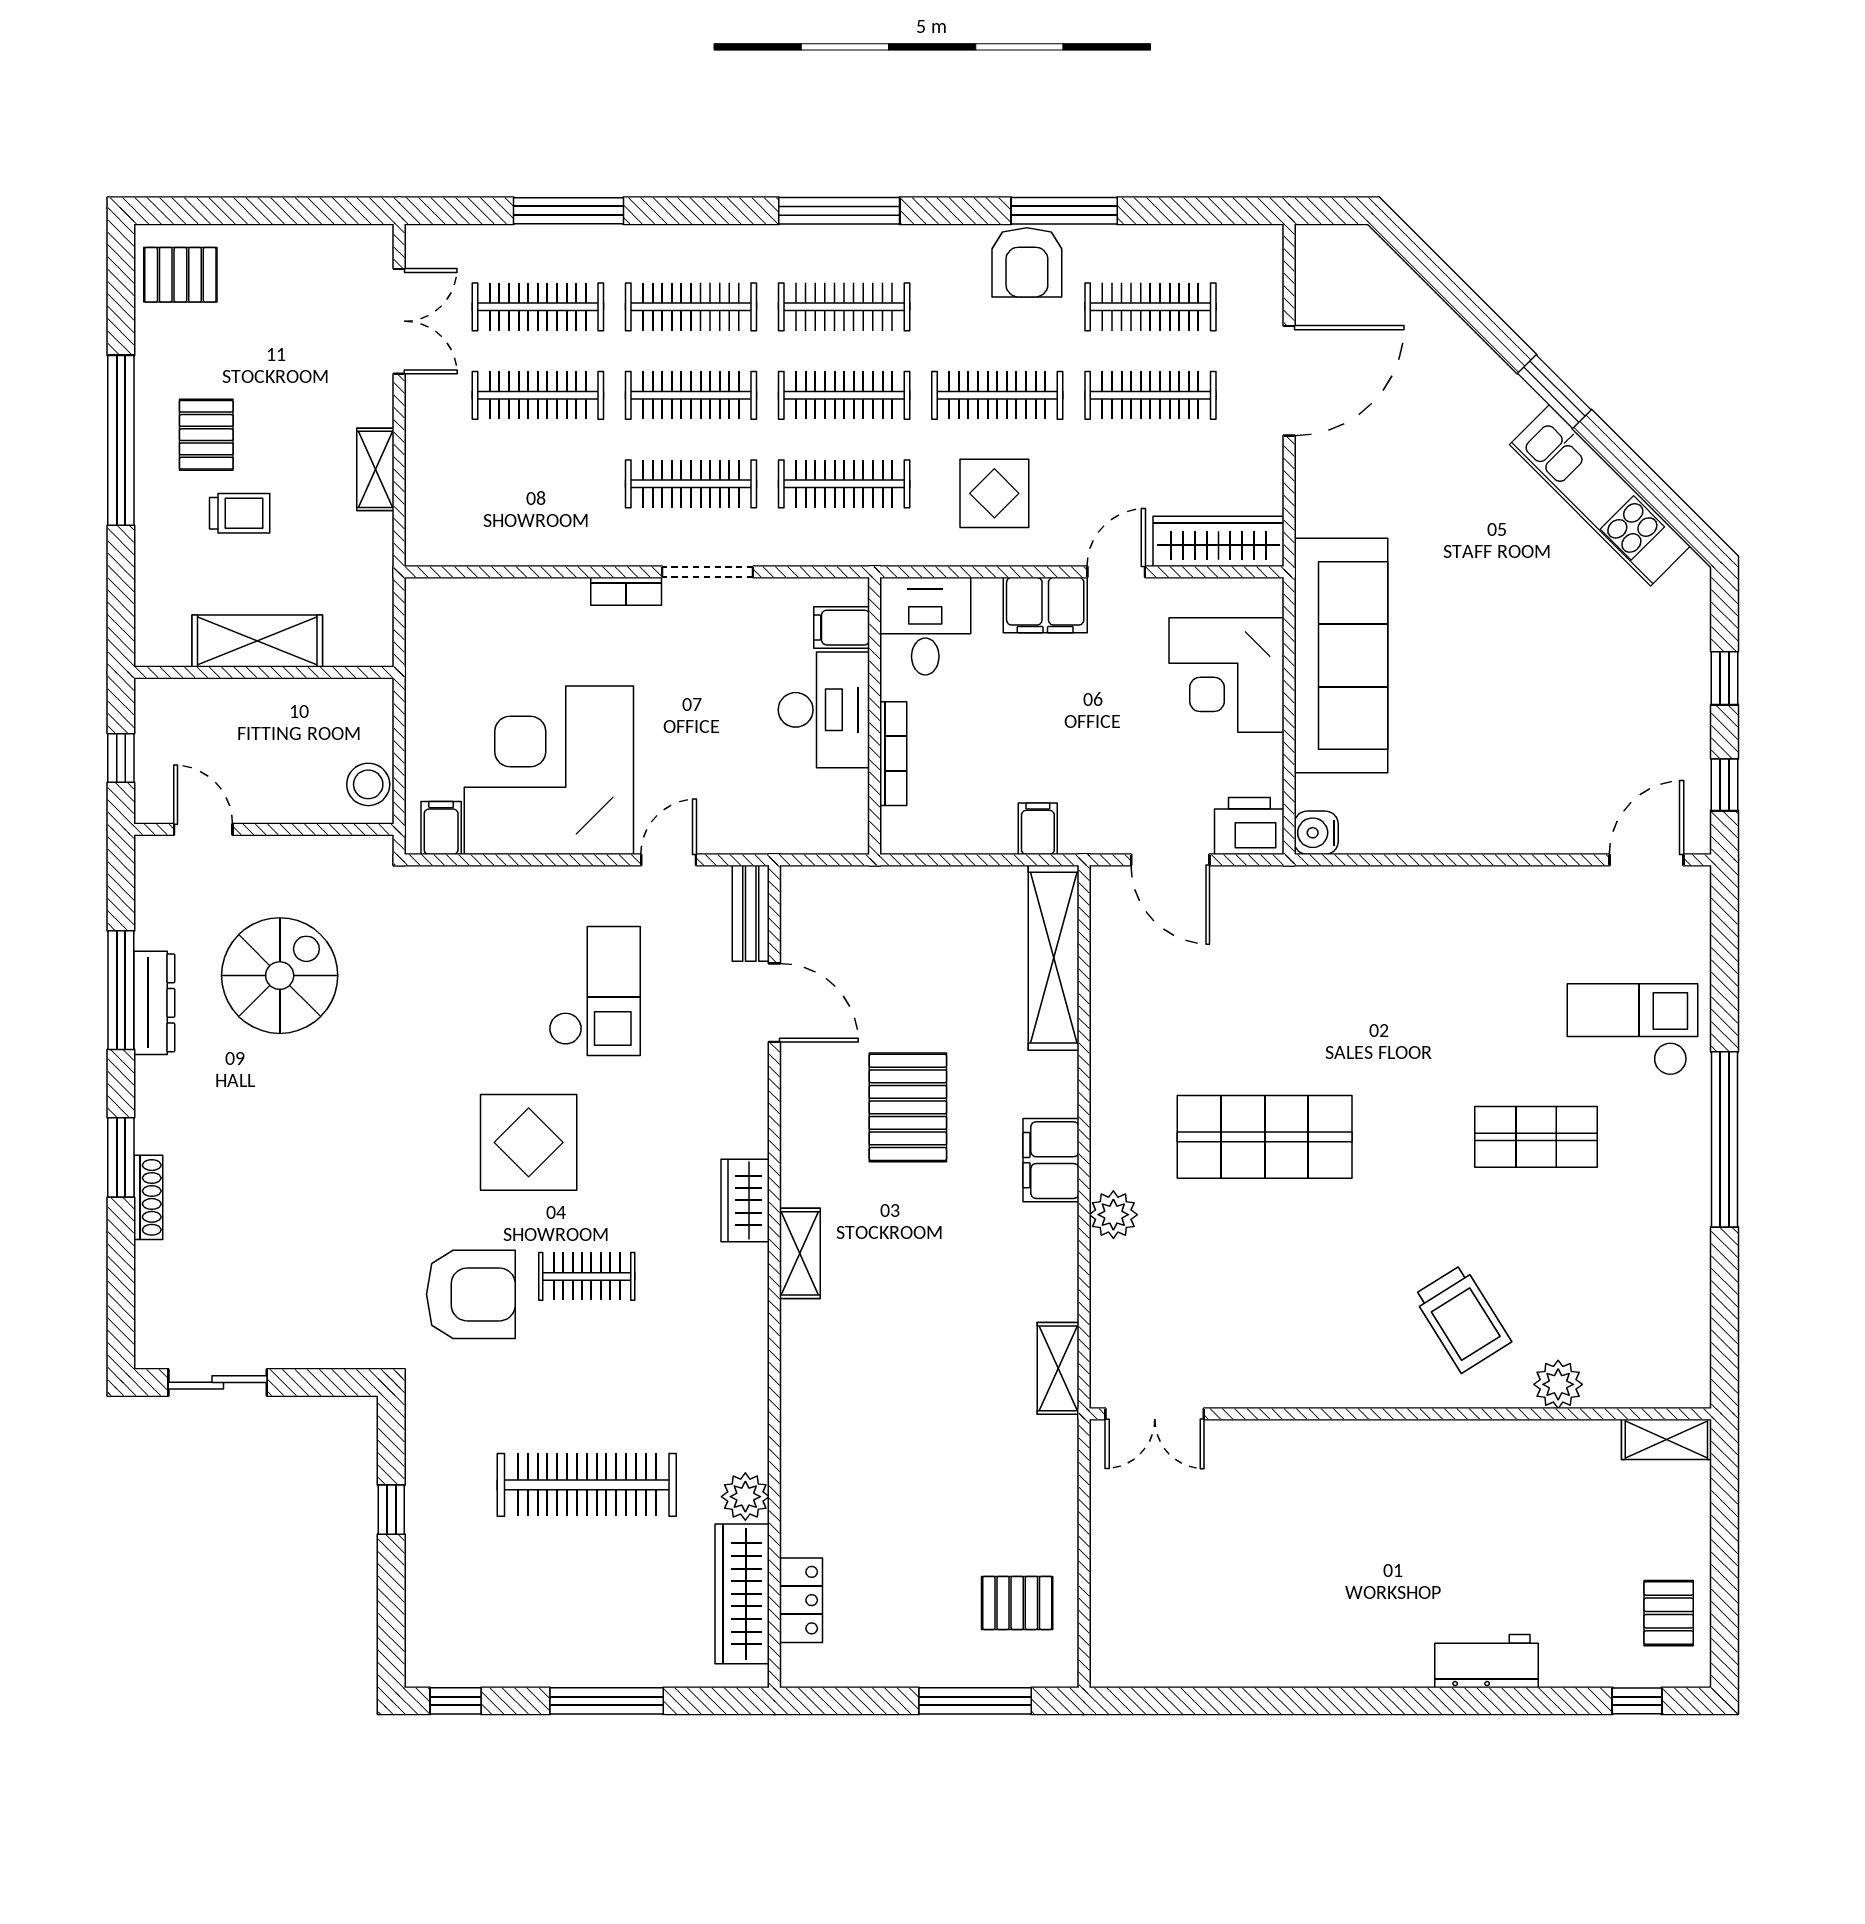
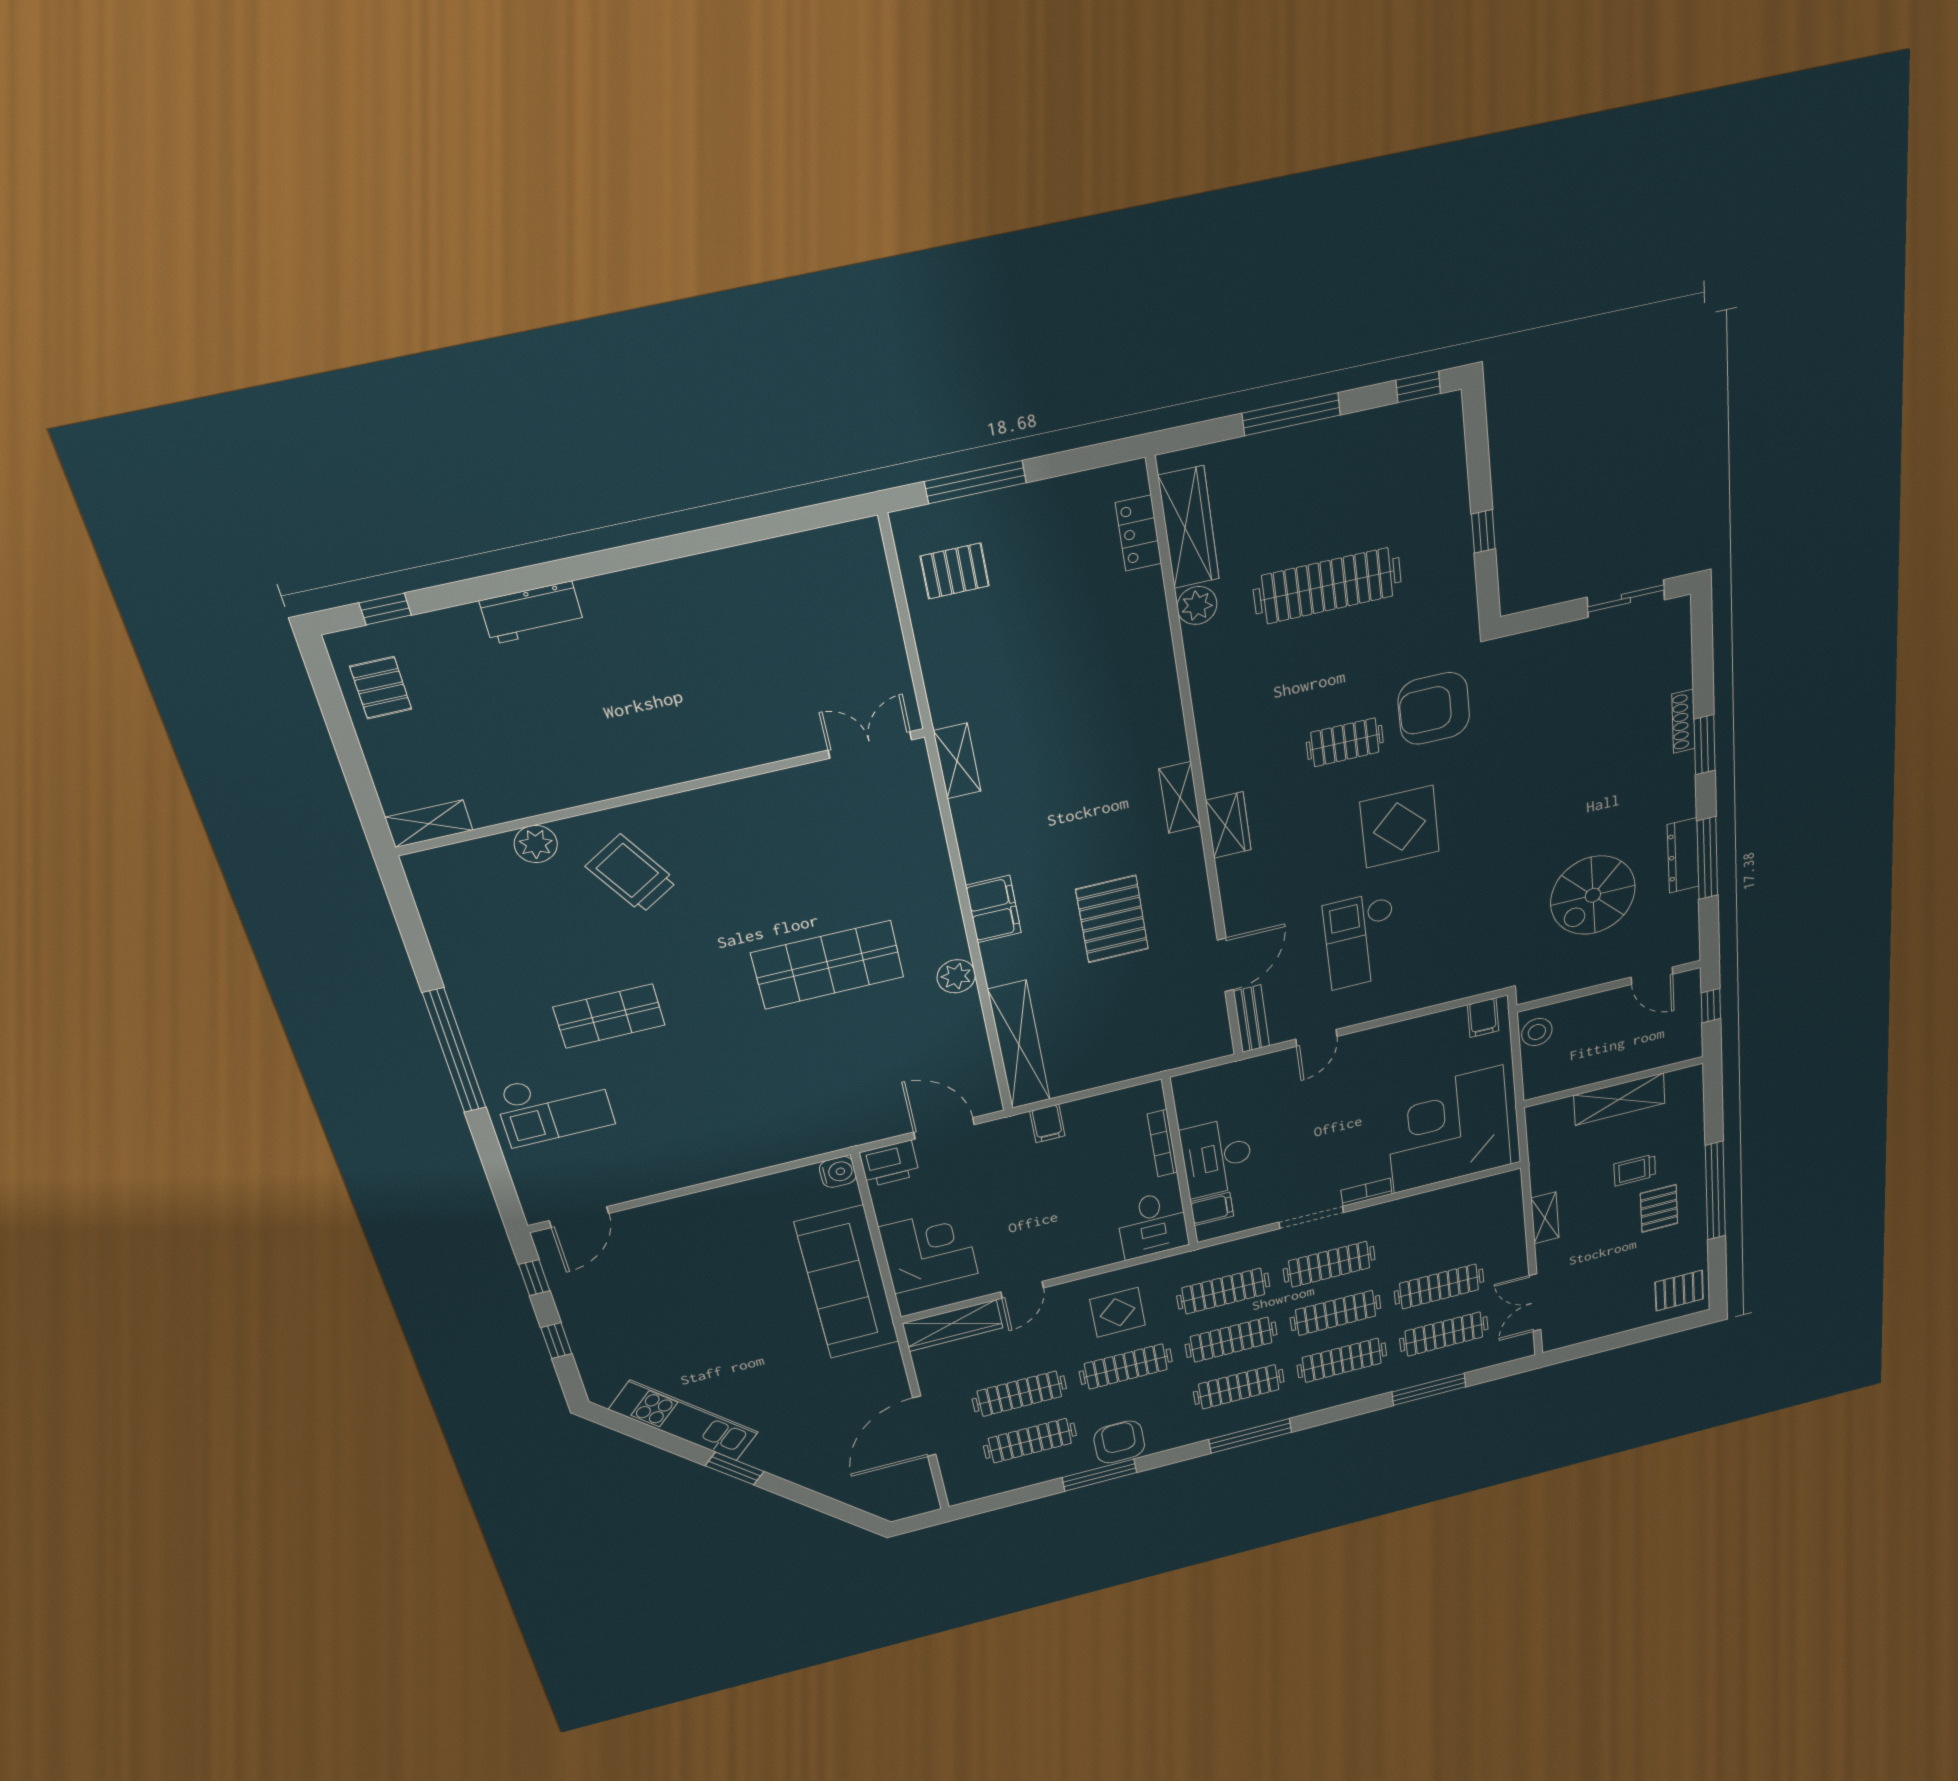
filing cabinet: (1045, 605) -> (1069, 1258), removed
corner desk: (549, 770) -> (1448, 1130), moved, turned 180
door: (774, 1003) -> (1225, 965), swing flipped
plant: (1113, 1215) -> (956, 976), moved

